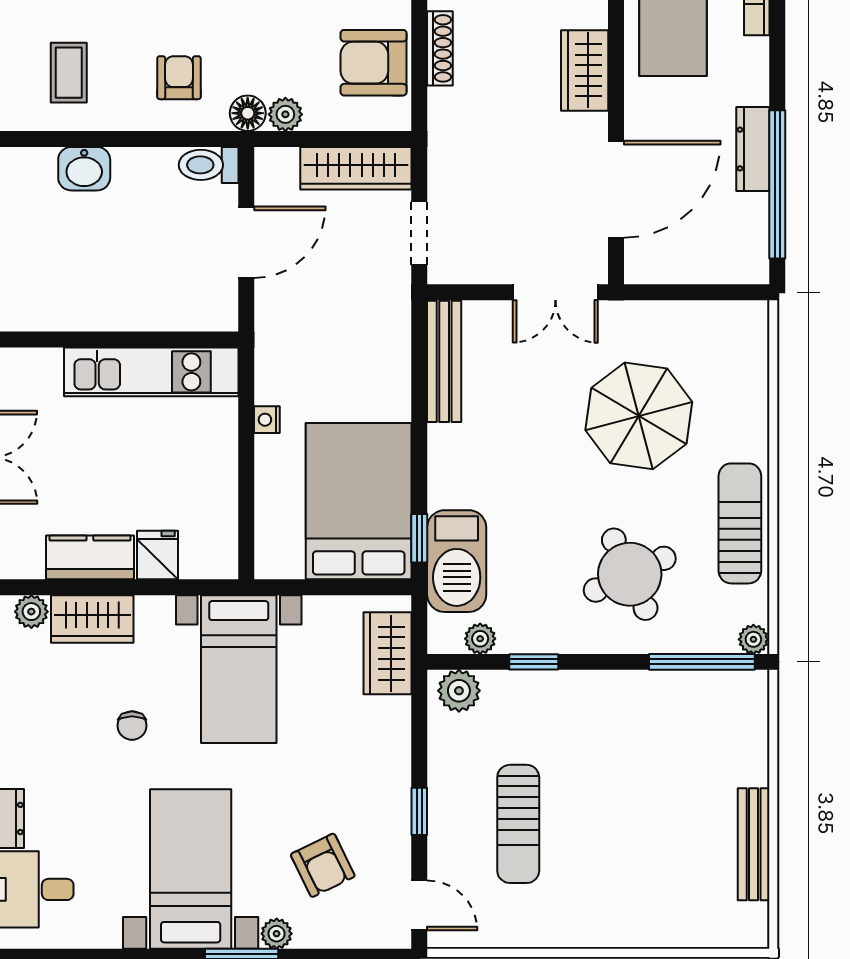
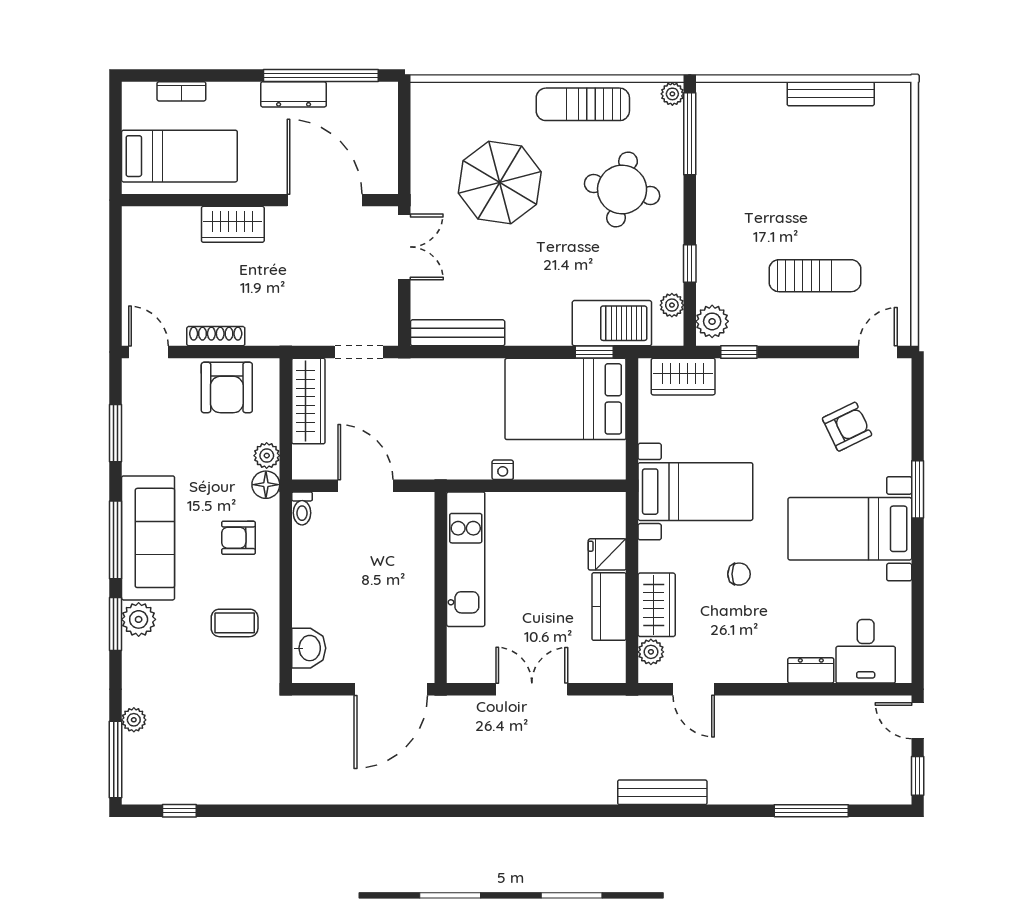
toilet: (209, 165) -> (302, 508), width x0.73, depth x0.72
washbasin: (84, 169) -> (309, 648), moved
round table: (630, 574) -> (622, 190), turned 37
window: (419, 811) -> (739, 352), moved
plant: (277, 934) -> (900, 462), removed

